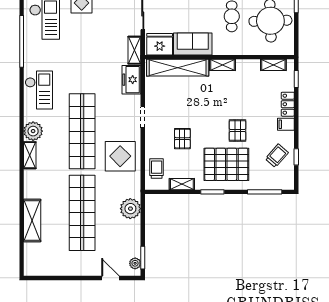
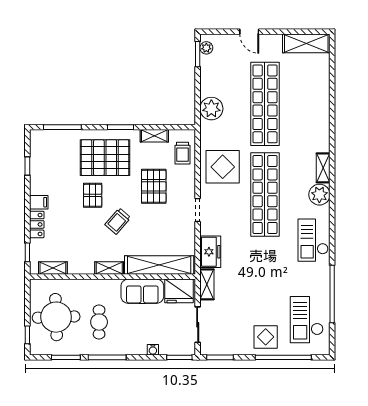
pallet: (182, 139) -> (154, 186), width x1.50, depth x1.42
trolley: (277, 156) -> (118, 221), moved
shelving: (32, 221) -> (306, 43), moved, turned 90
door: (110, 278) -> (249, 32), moved

